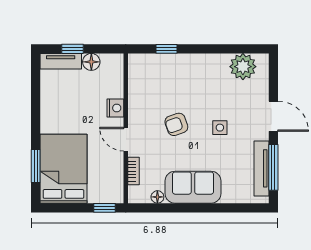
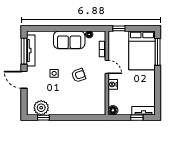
window: (166, 49) -> (43, 118), moved
floor lamp: (91, 62) -> (113, 110), moved
window: (36, 166) -> (158, 52), width x1.44

